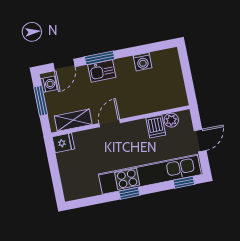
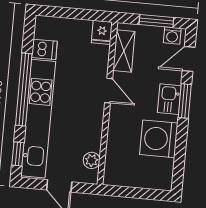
washing machine: (143, 62) -> (159, 139), width x1.89, depth x1.89
door: (64, 65) -> (189, 59), hinge flipped
dishwasher: (156, 126) -> (44, 49), moved, turned 180
window: (129, 193) -> (24, 89), width x3.17

